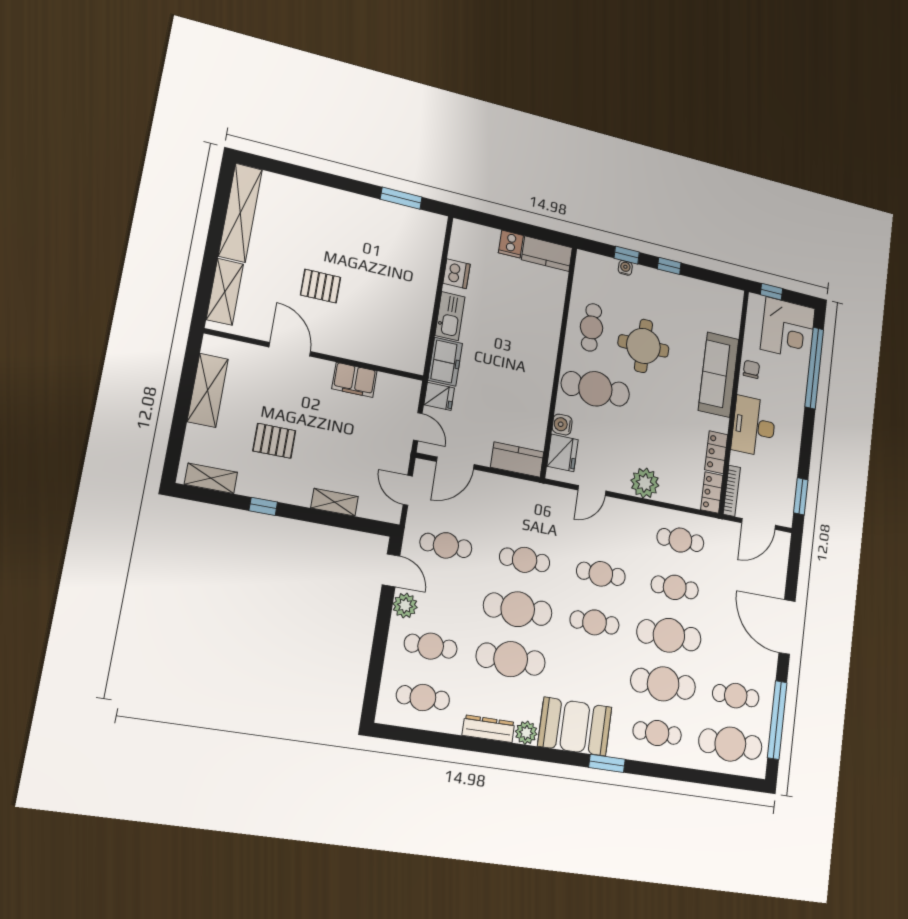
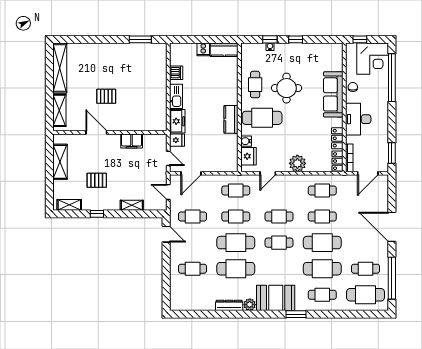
kitchen counter: (517, 460) -> (231, 119), moved, turned -90
plant: (405, 606) -> (176, 251), removed
cafe table: (423, 698) -> (236, 190), moved

